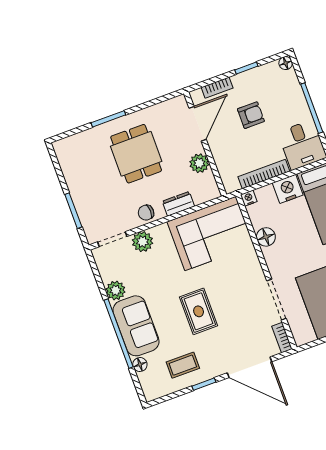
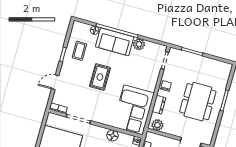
dining table: (136, 154) -> (198, 102), width x1.38
plant: (199, 163) -> (157, 125), moved
plant: (143, 242) -> (153, 74), removed
rug: (199, 311) -> (100, 77), turned 90
door: (249, 367) -> (55, 82), width x0.53

